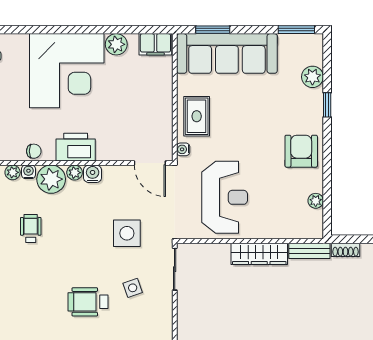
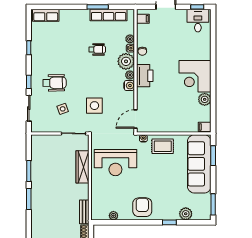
filing cabinet: (155, 44) -> (205, 127), width x0.50
corner desk: (67, 71) -> (195, 76), width x0.74, depth x0.74
armchair: (301, 151) -> (142, 207), turned -90
wardrobe: (259, 254) -> (82, 167), moved
wheelchair: (88, 302) -> (54, 83), turned 89

